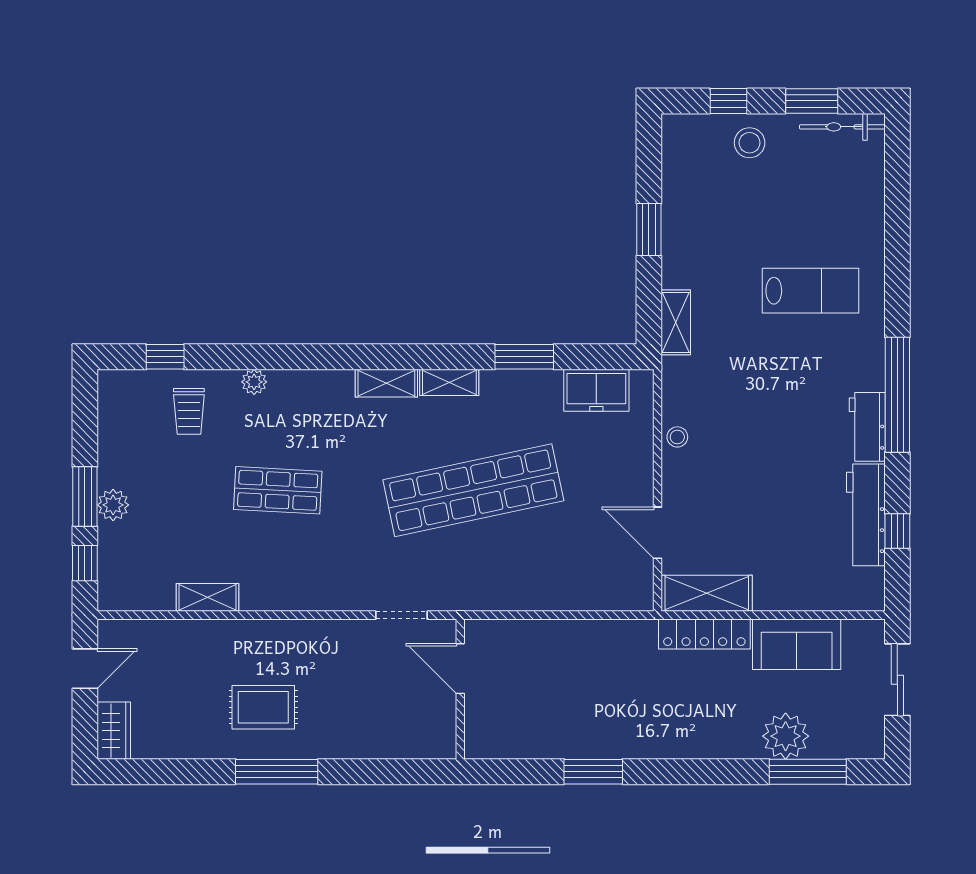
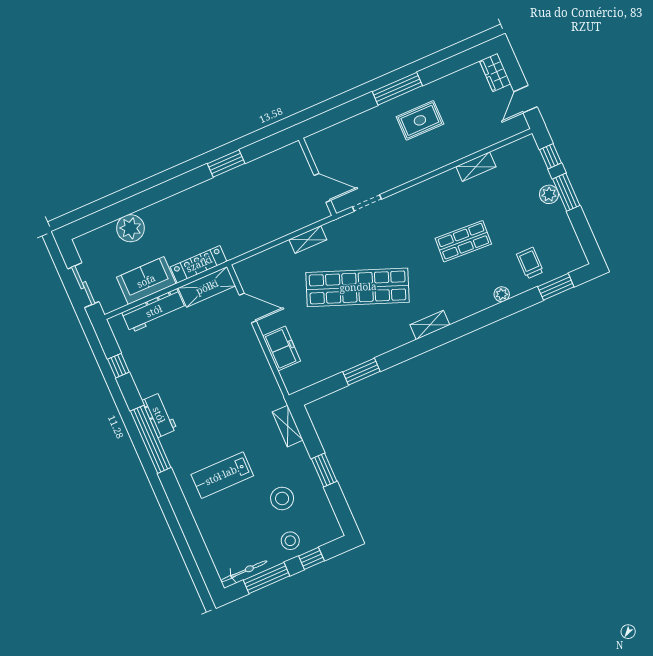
window: (812, 101) -> (266, 578), width x1.44
window: (165, 357) -> (556, 287), width x1.50
shelving: (449, 382) -> (308, 240), moved
freezer: (596, 390) -> (282, 348), moved, turned 90
stool: (677, 437) -> (282, 498), moved, width x1.89, depth x1.89
shop shelf: (473, 490) -> (358, 287), turned 33
workbench: (866, 515) -> (154, 311), moved, turned 90
window: (808, 772) -> (110, 214), removed

